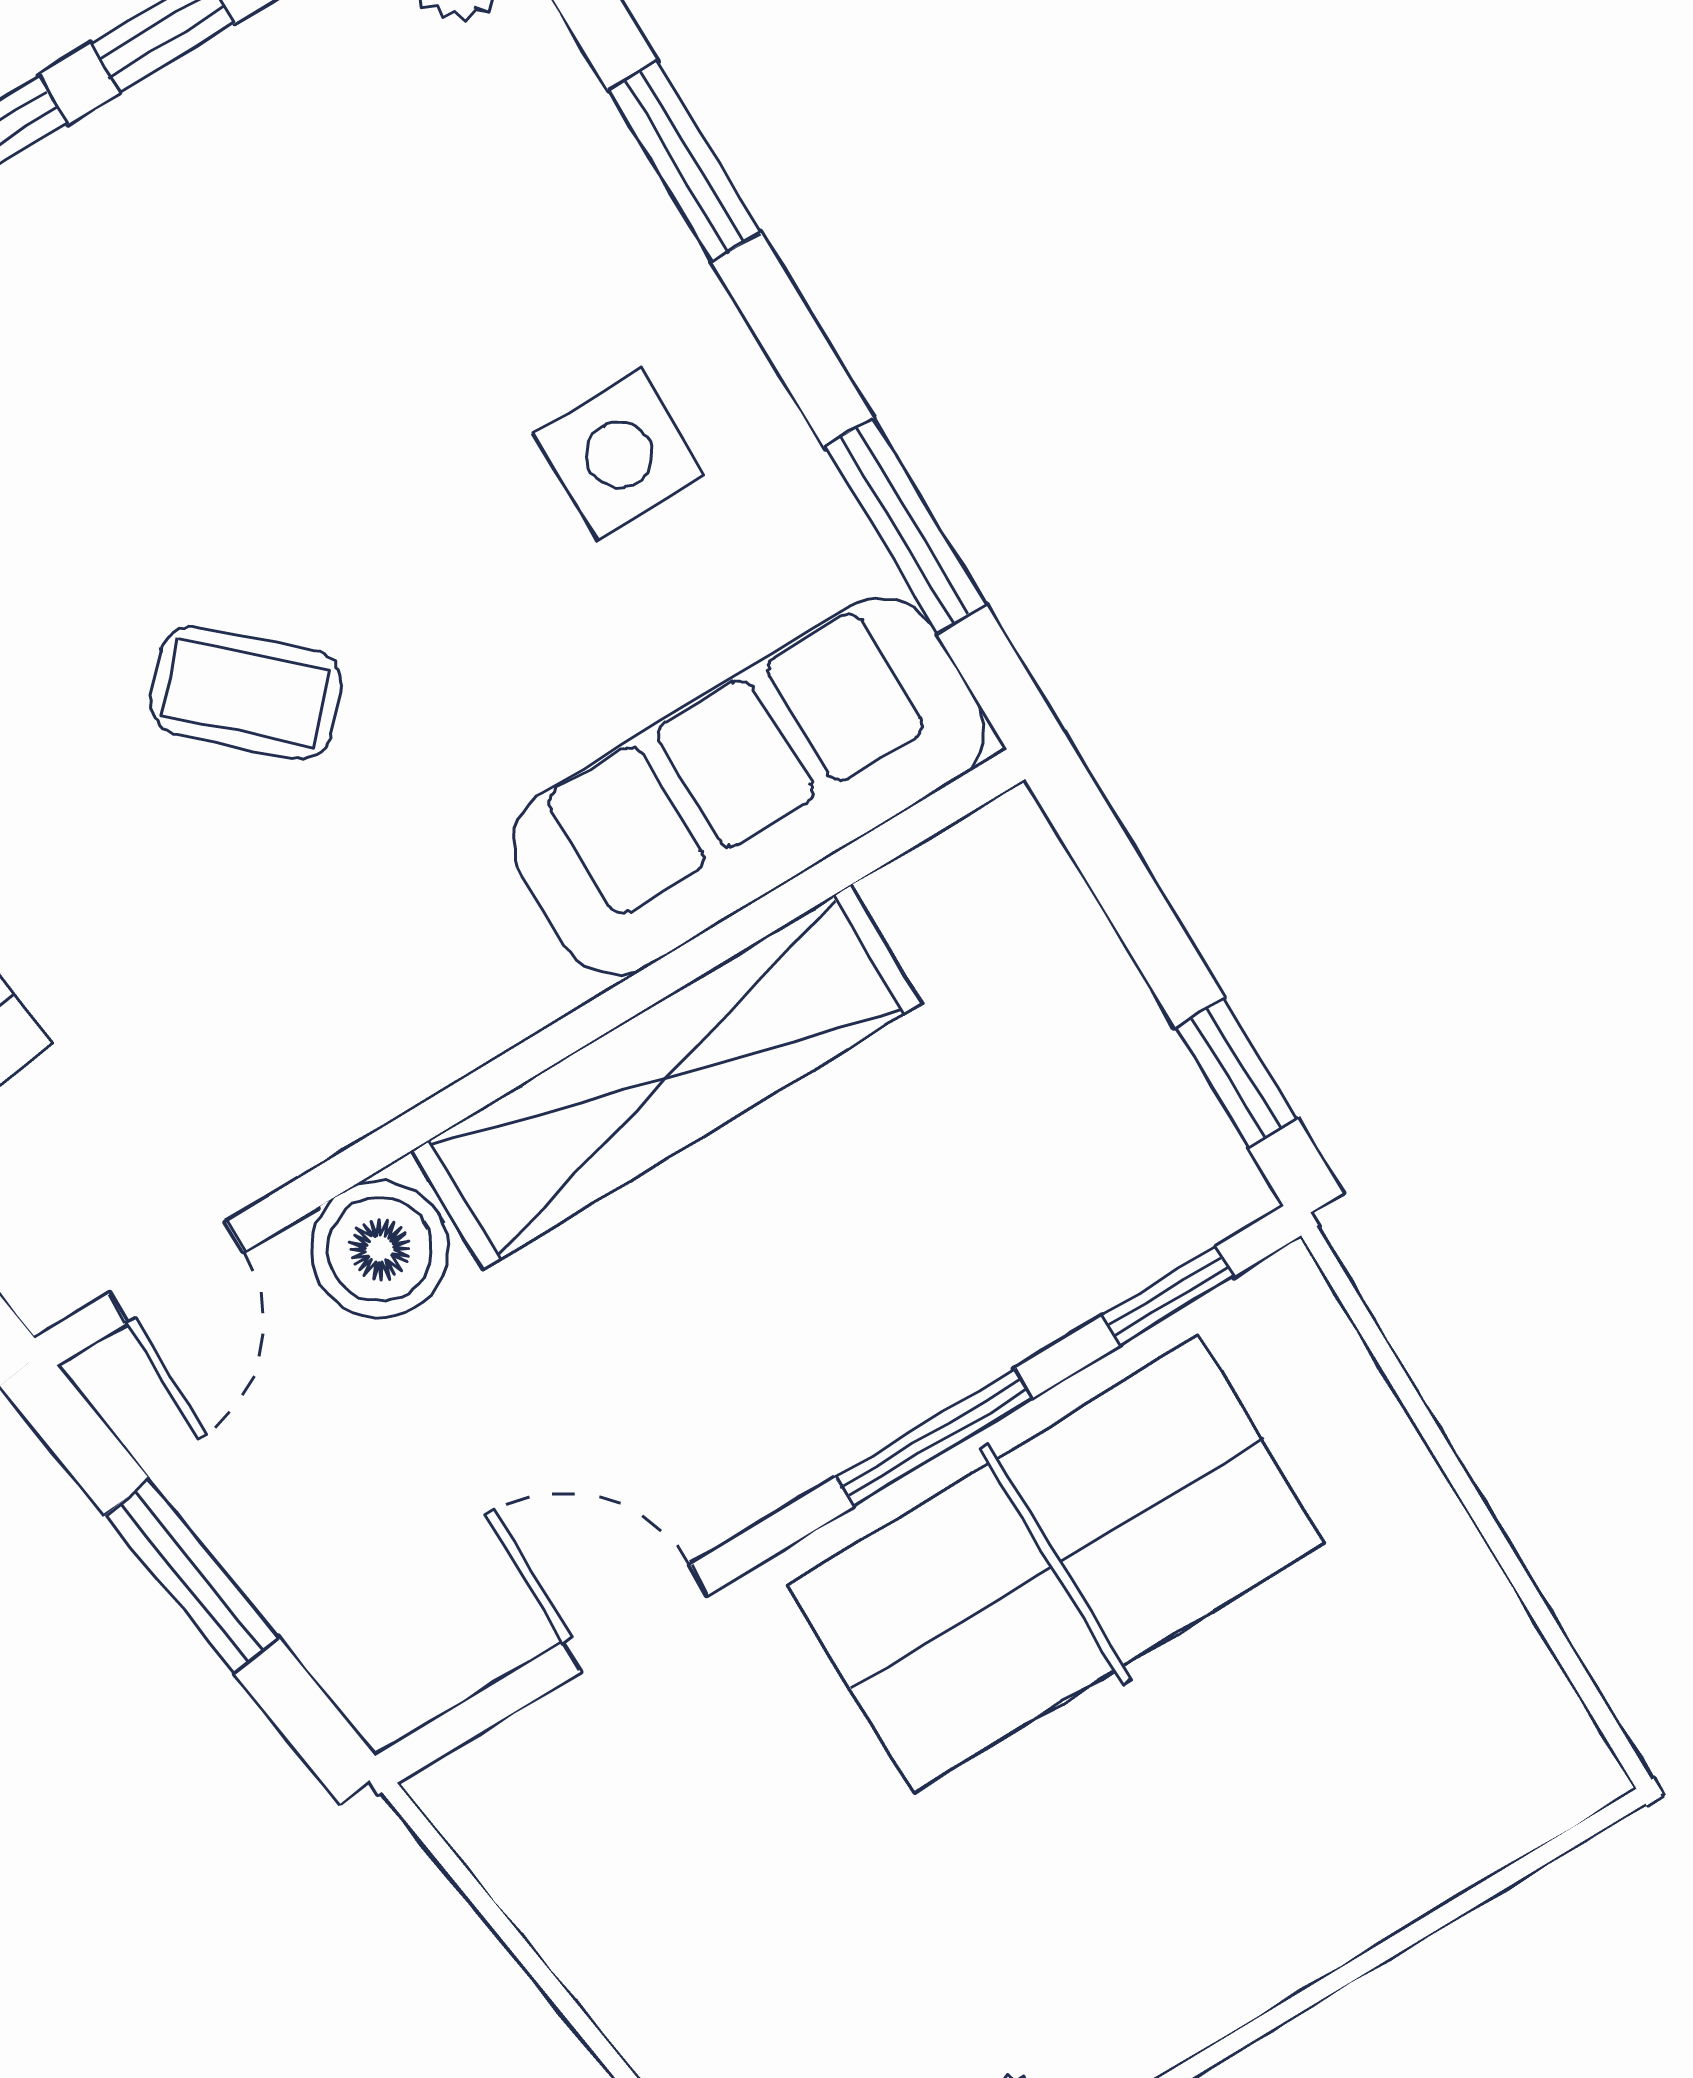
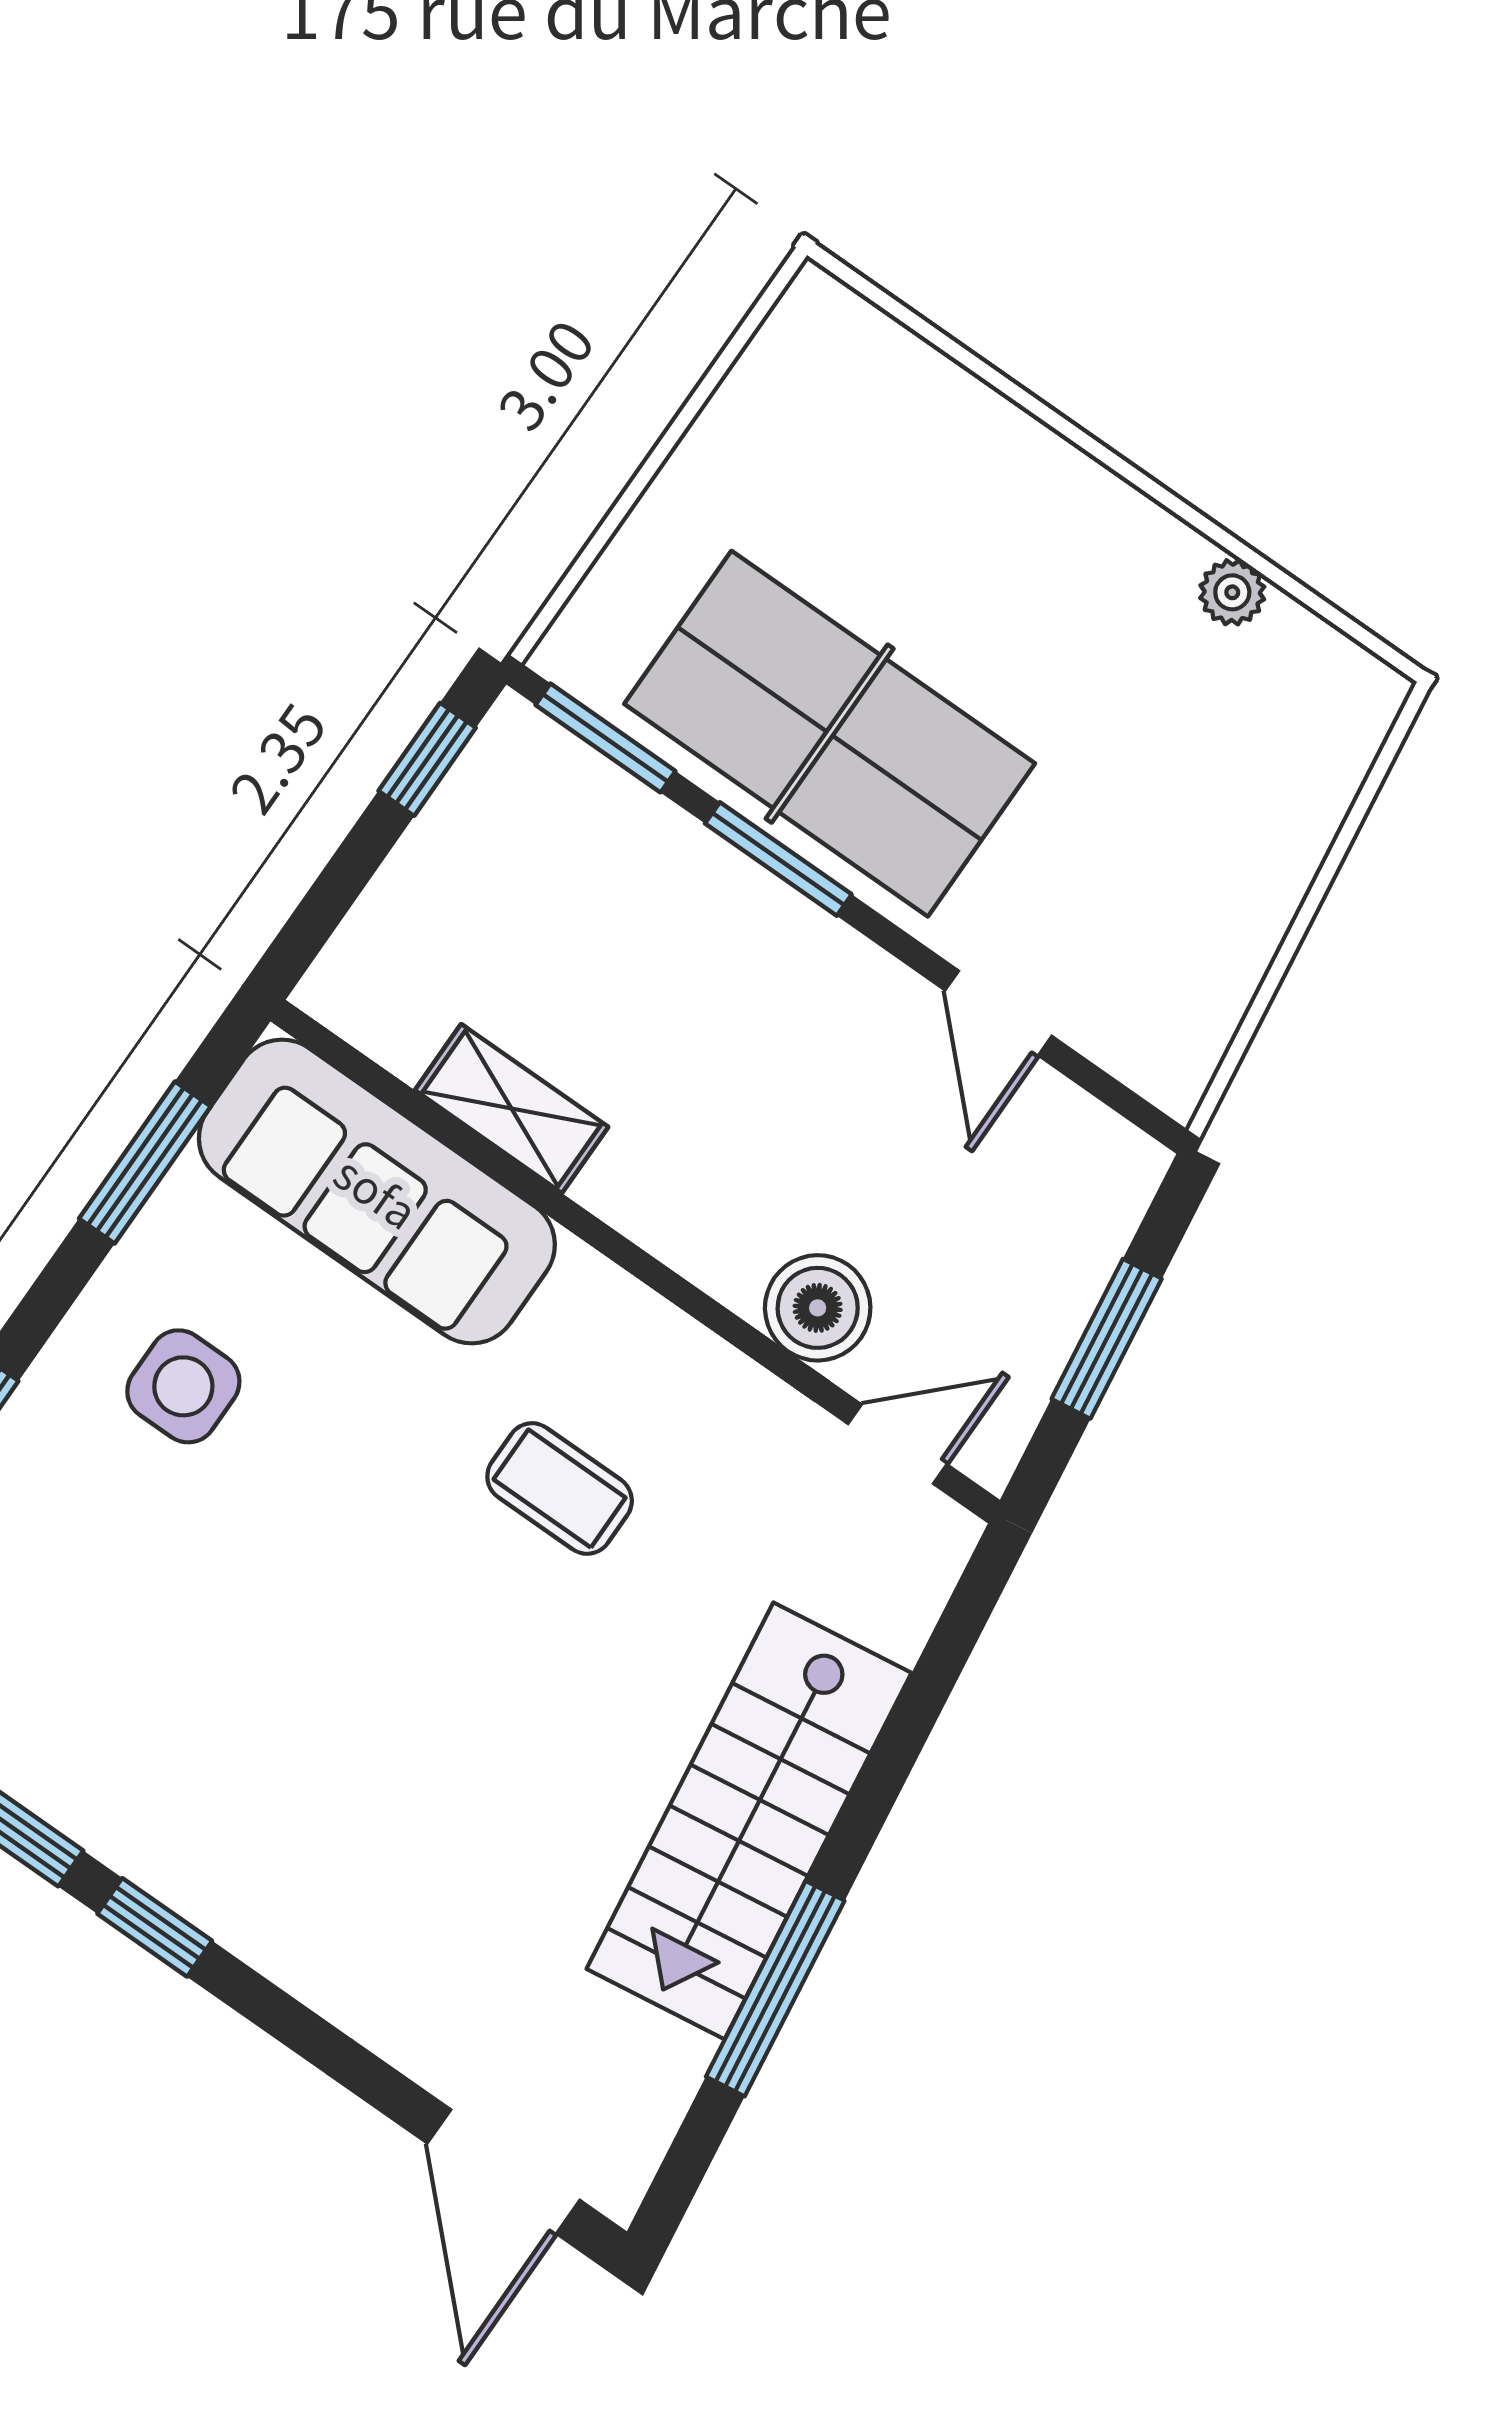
coffee table: (246, 693) -> (560, 1489), moved, turned -43
shelving: (667, 1077) -> (512, 1109), width x0.45, depth x0.75
window: (1168, 1296) -> (605, 738), width x1.50

